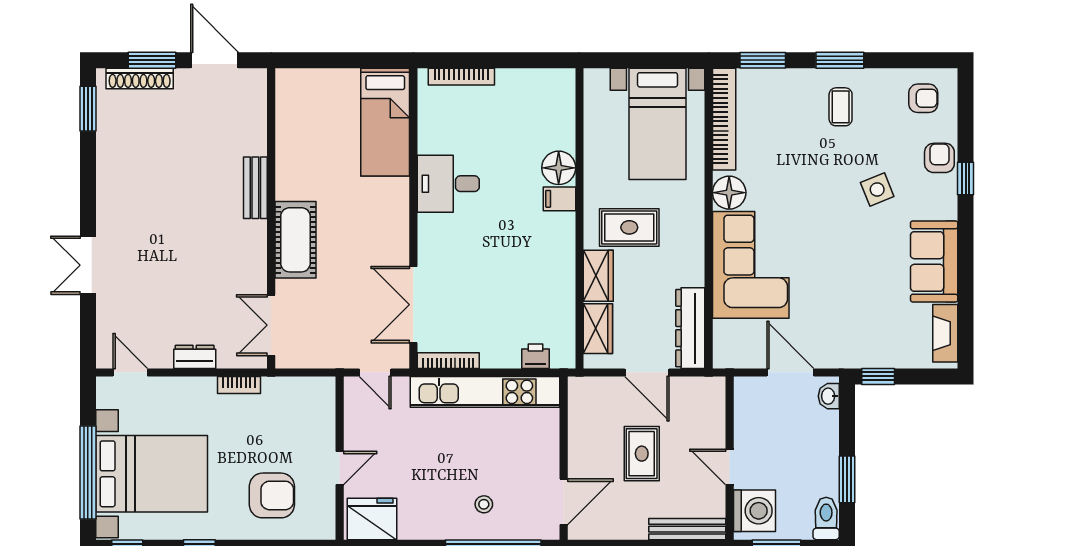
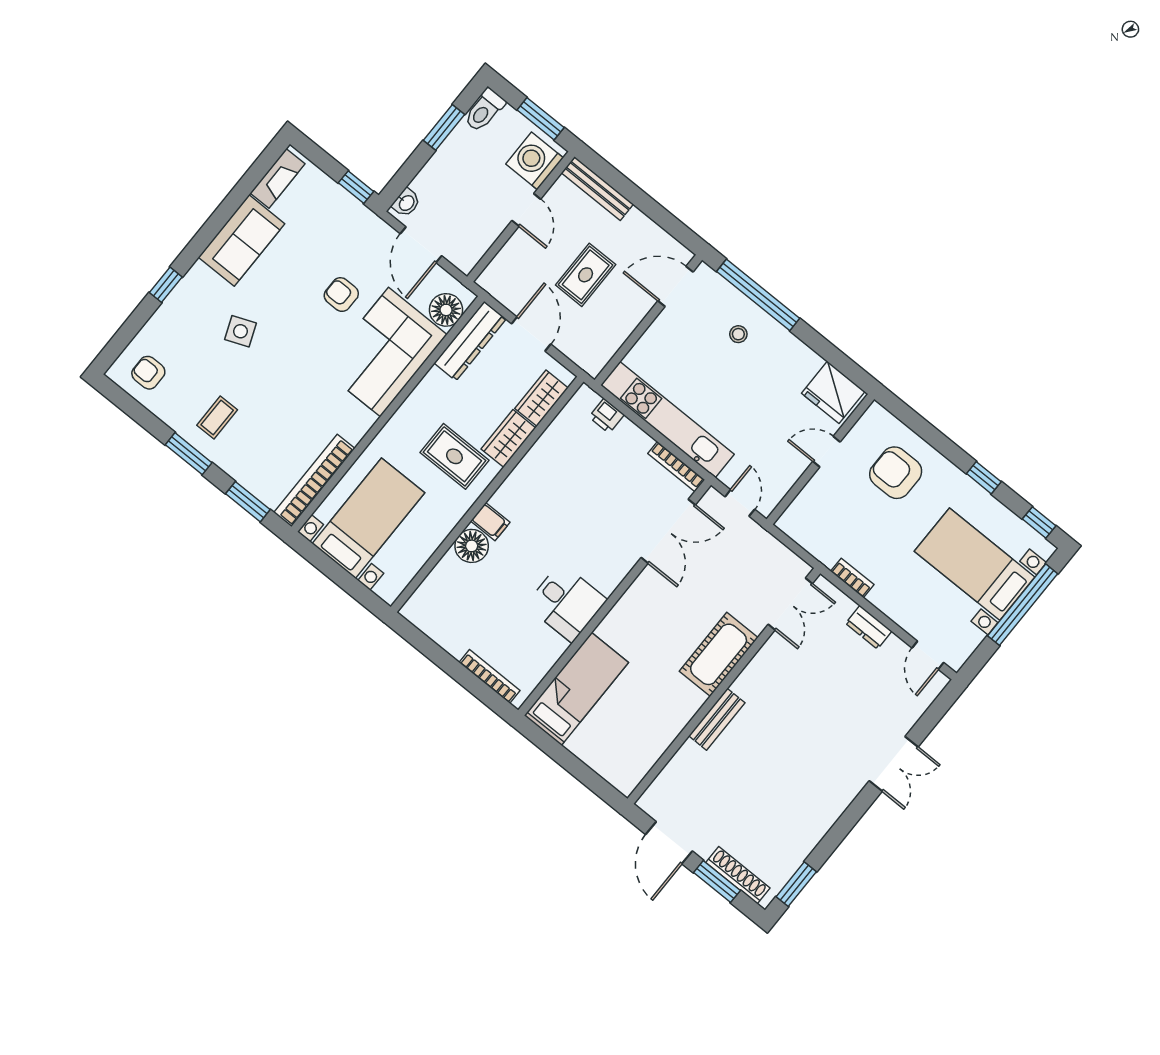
armchair: (939, 158) -> (341, 295), moved, turned 90
floor lamp: (729, 193) -> (446, 310), moved
bed with nightstands: (152, 474) -> (975, 564), width x0.73

